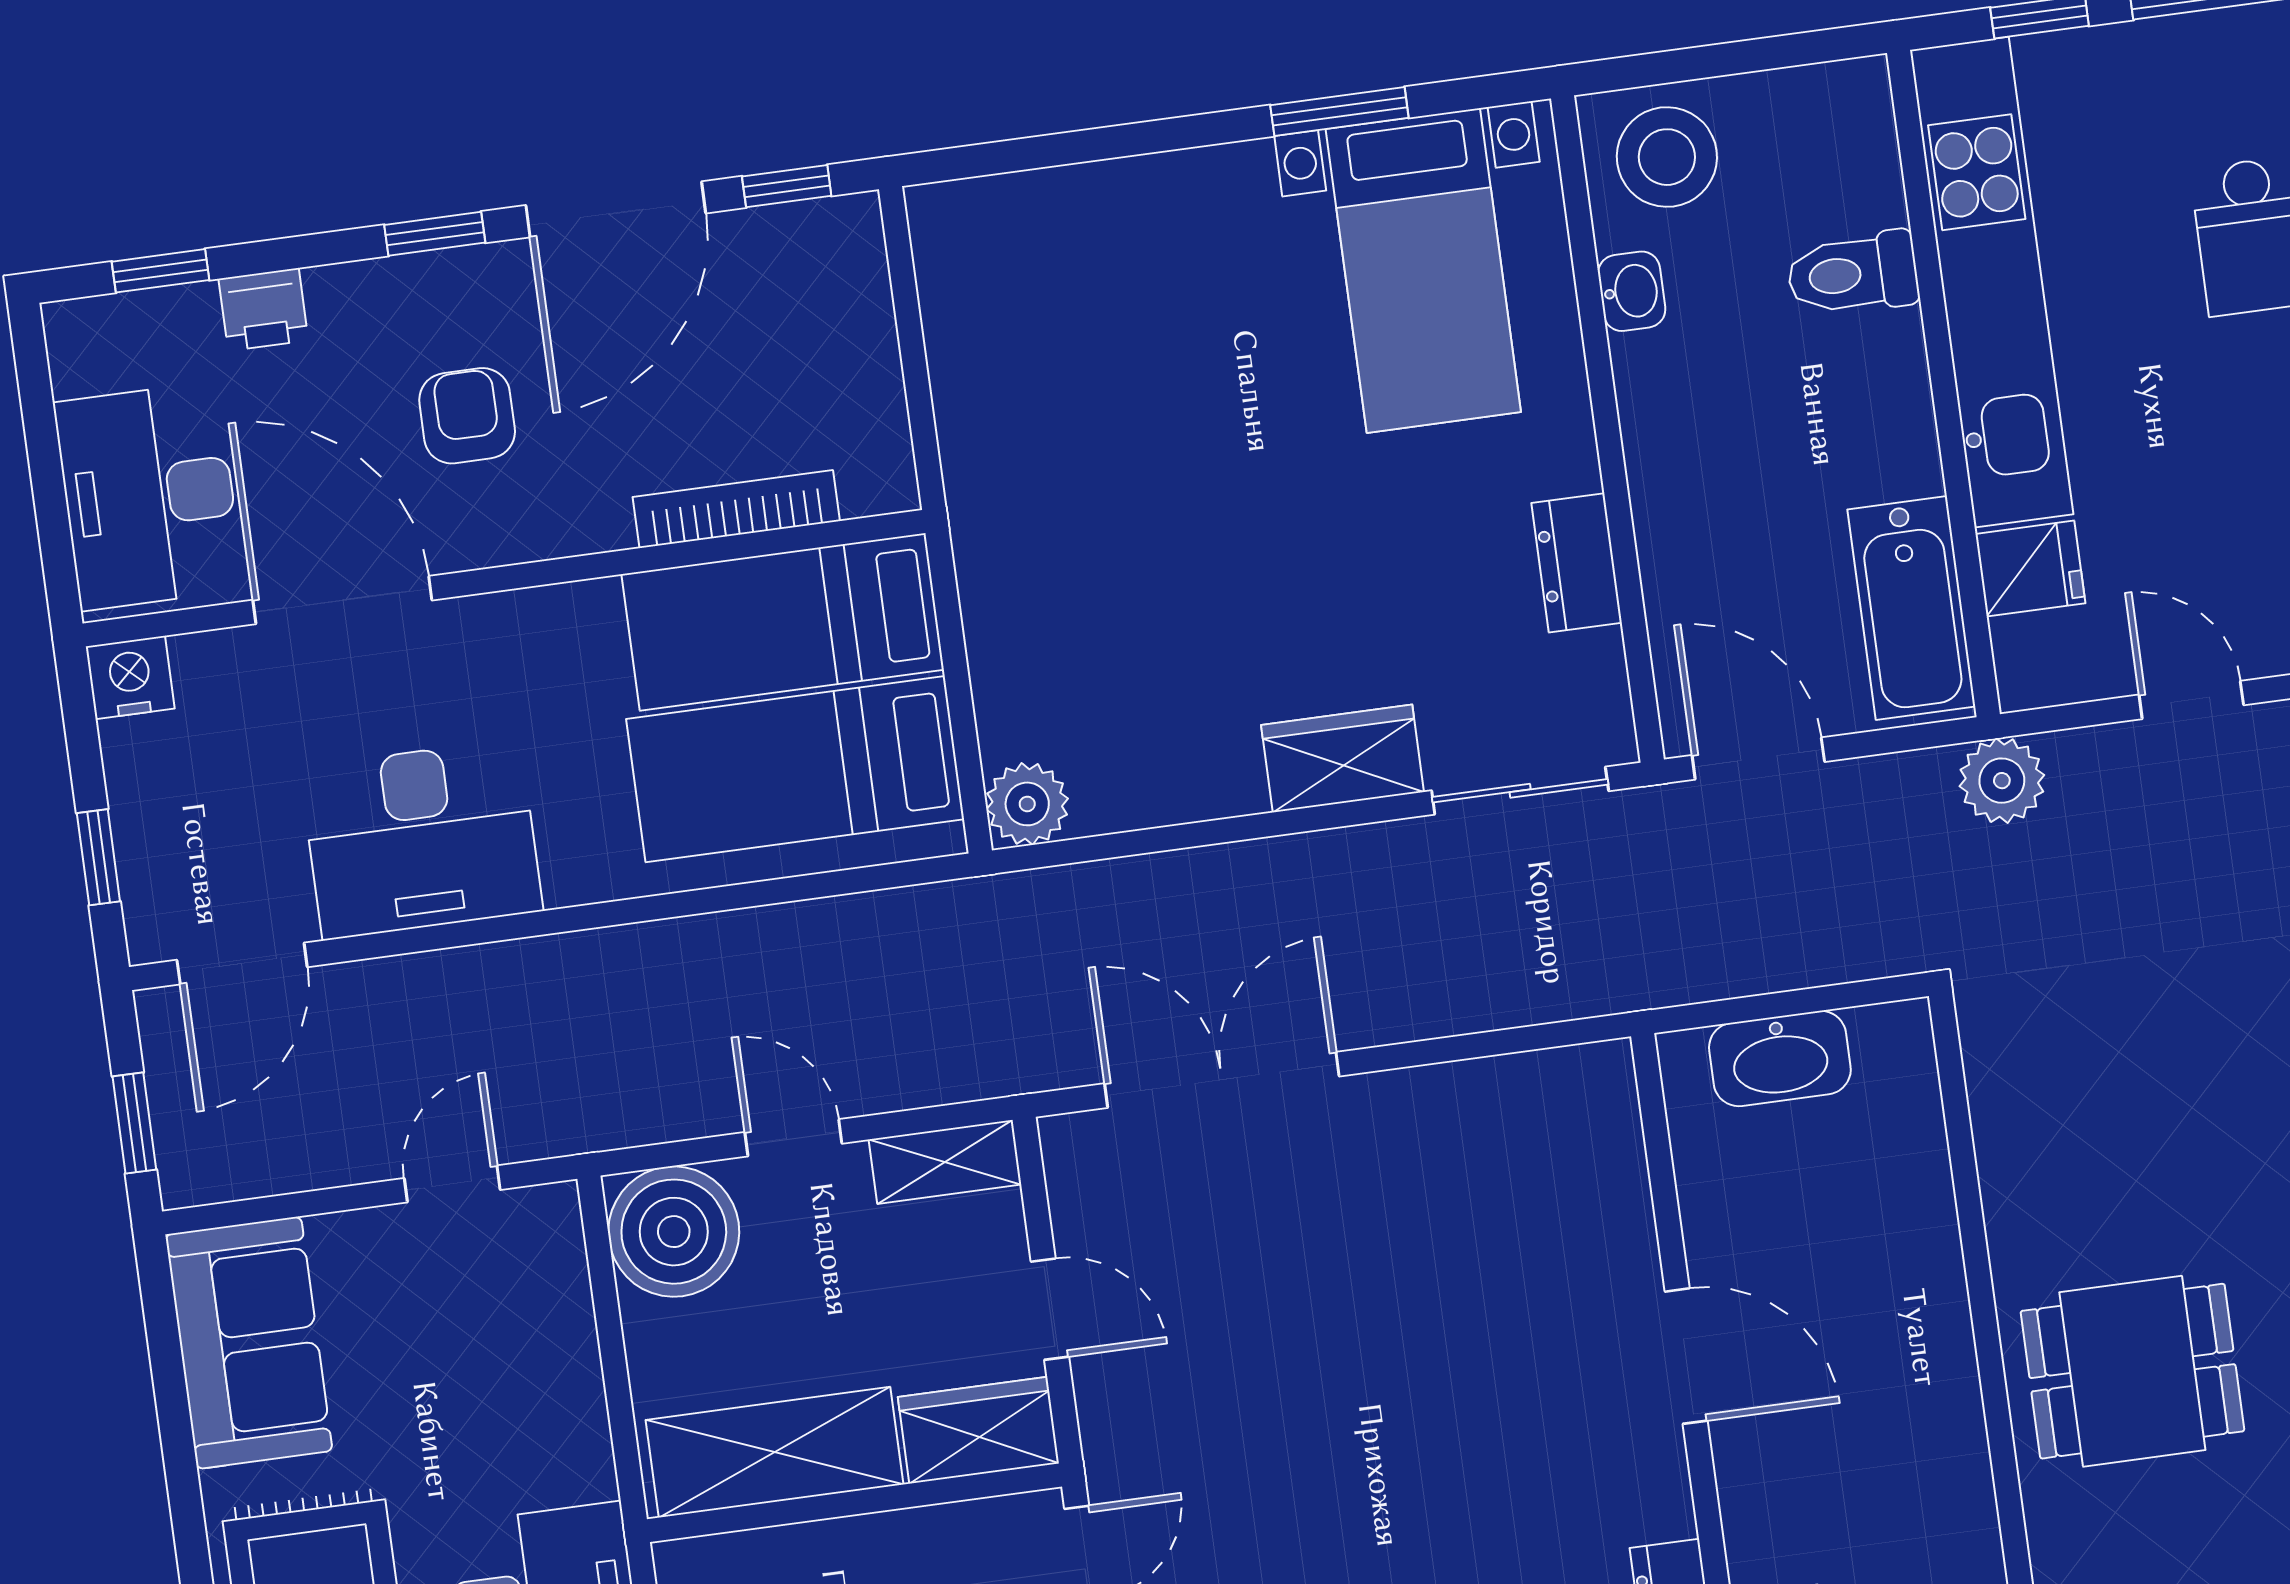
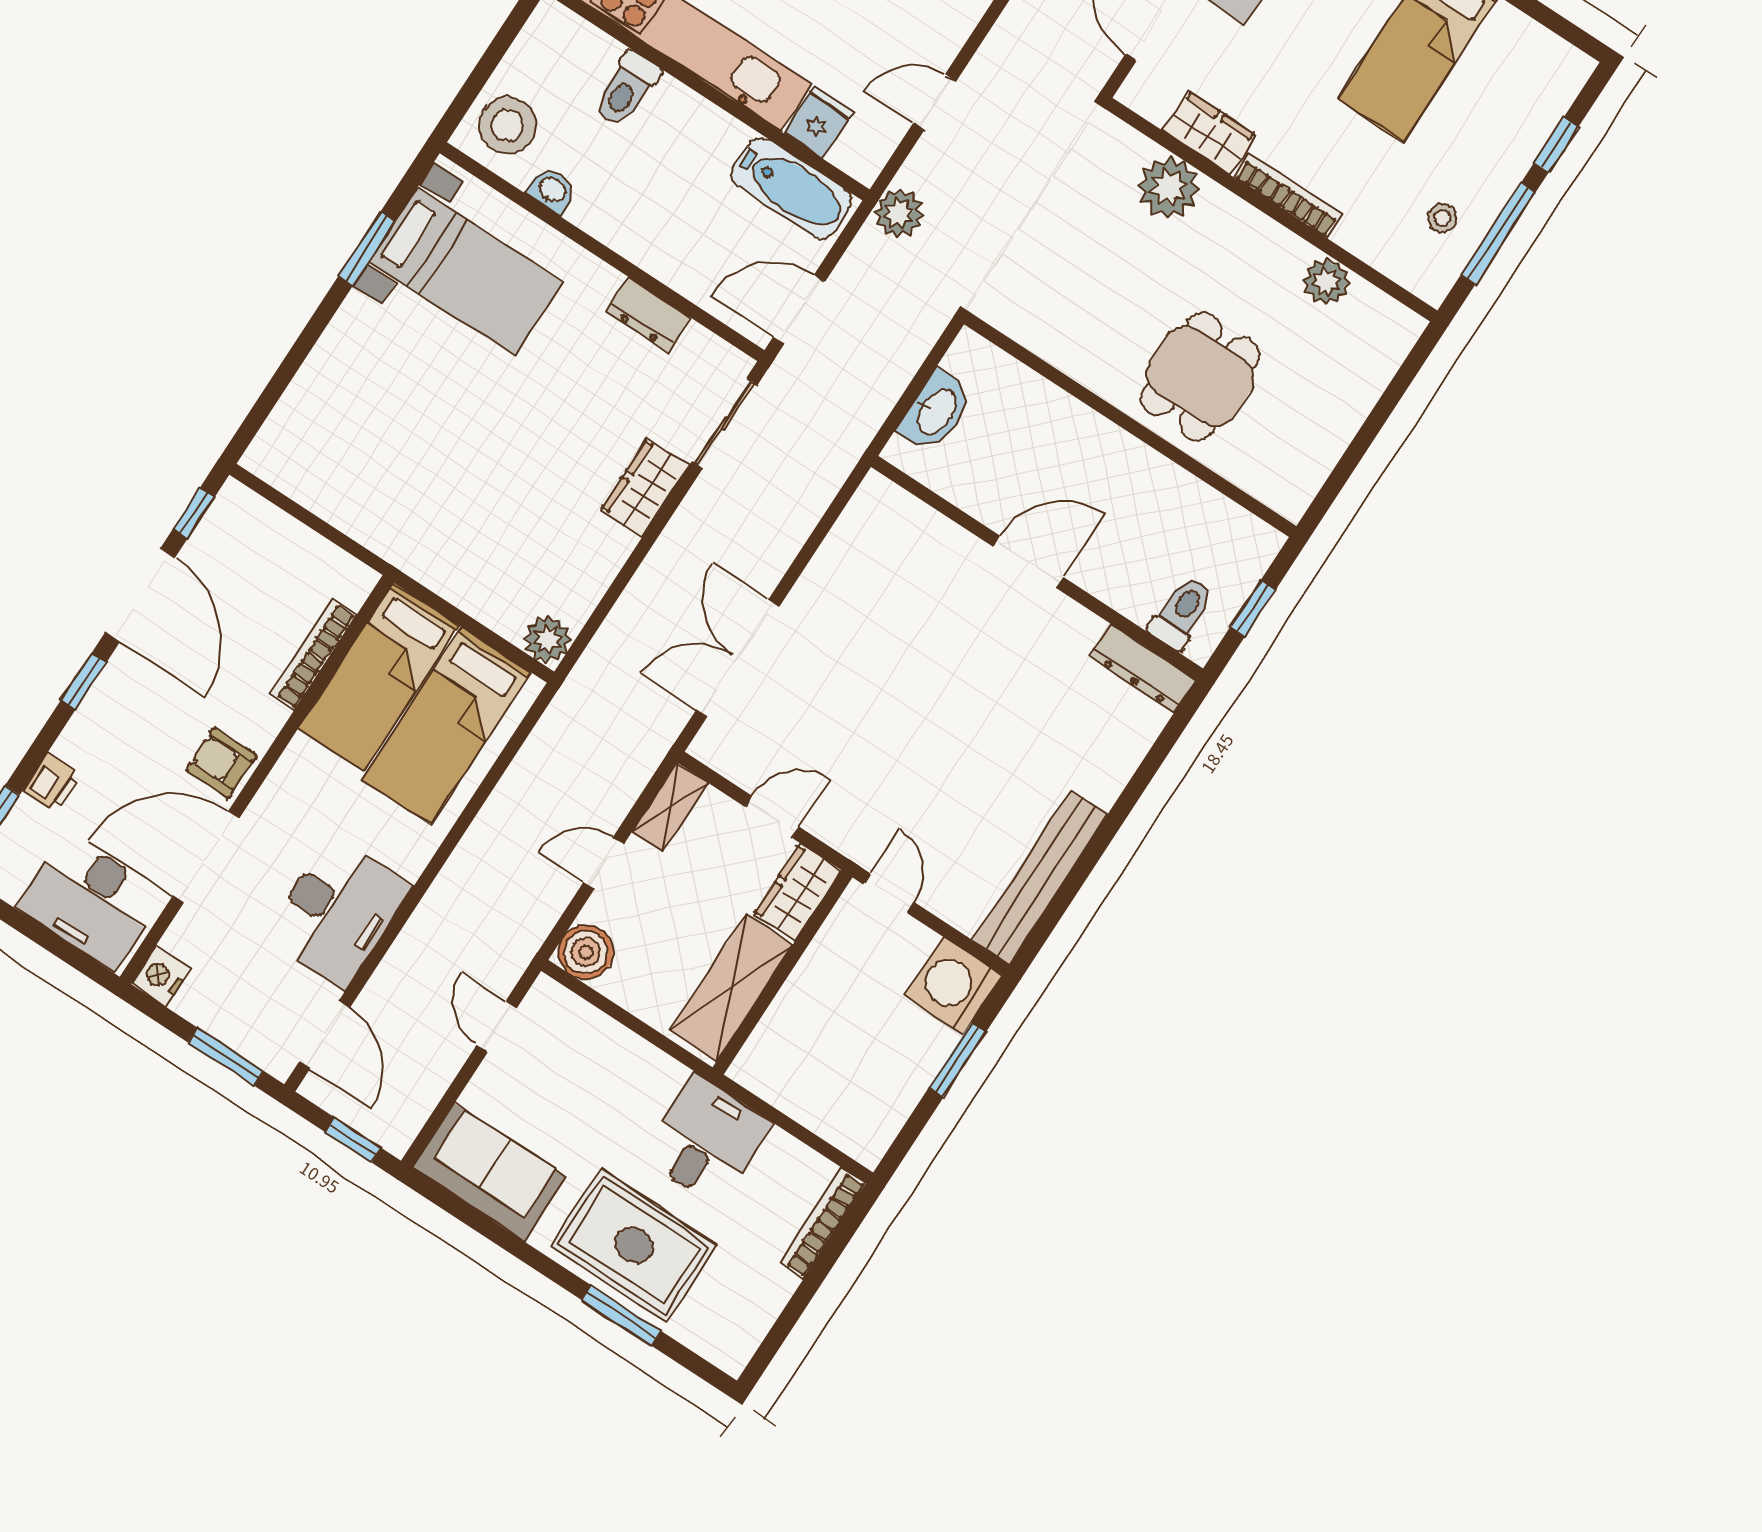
armchair: (467, 416) -> (221, 763), moved
window: (98, 857) -> (226, 1057), width x1.50
boiler: (674, 1232) -> (586, 952), width x0.73, depth x0.73

